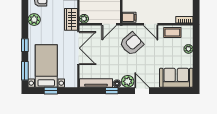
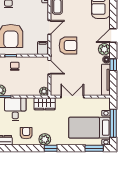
armchair: (132, 44) -> (68, 46), turned 132
window: (25, 45) -> (51, 148), moved
double door: (78, 48) -> (72, 97), width x0.73
window: (51, 91) -> (113, 123), width x2.17

